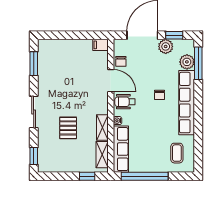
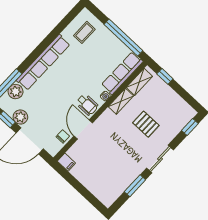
window: (34, 64) -> (135, 186), moved
chair: (159, 95) -> (58, 86), removed
pallet: (68, 128) -> (146, 124), turned 90

